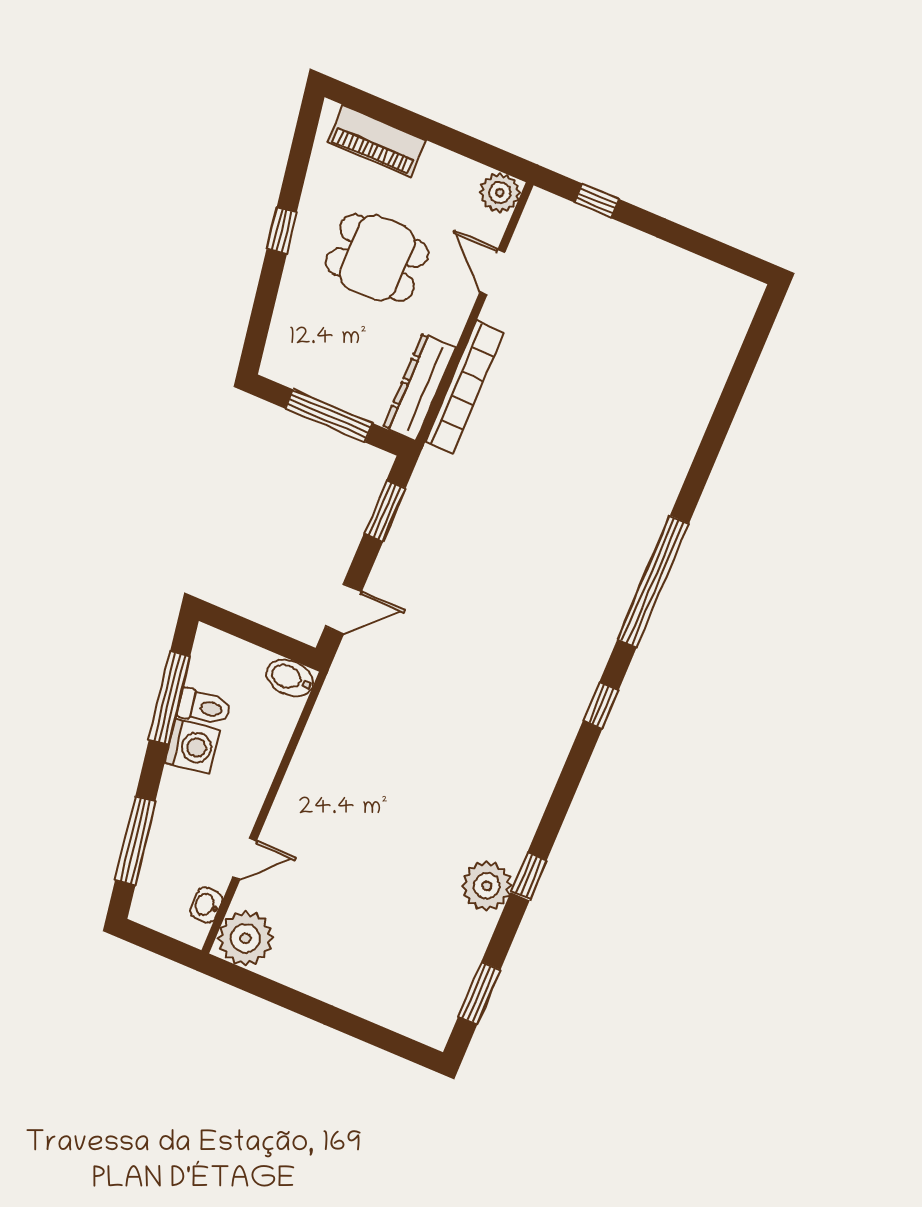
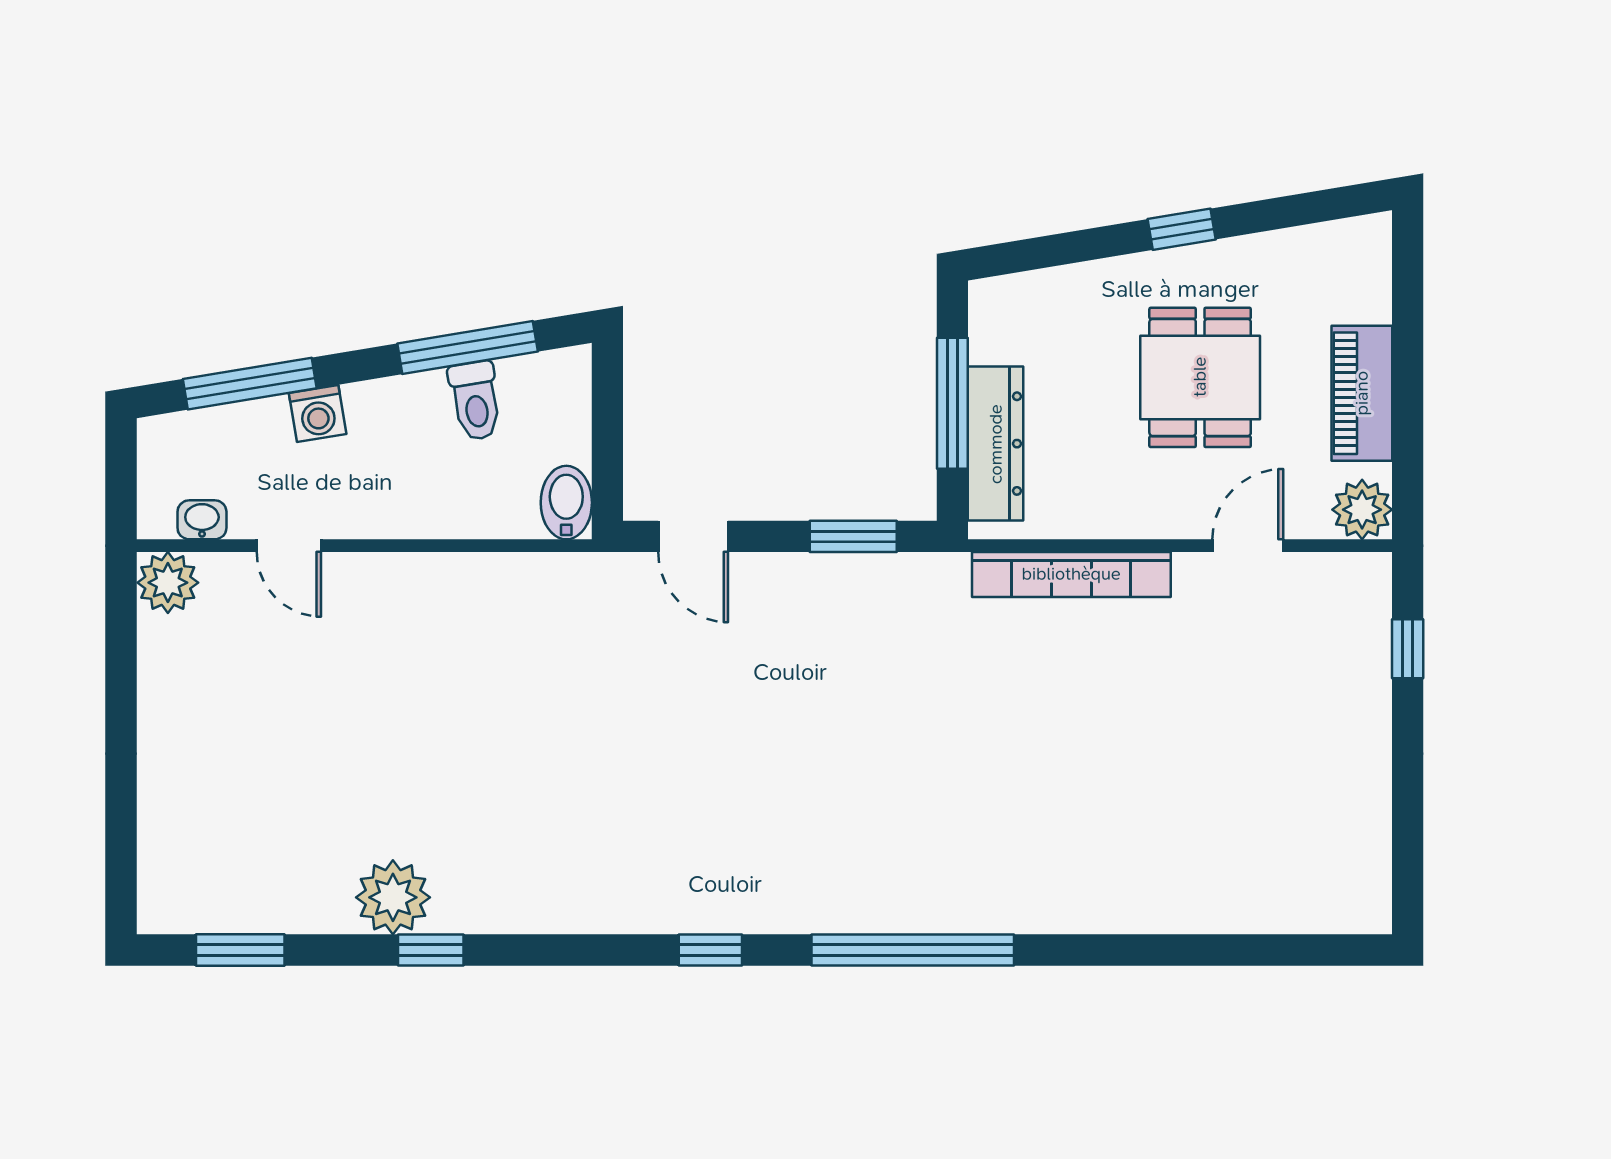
piano: (377, 141) -> (1362, 393), moved
dresser: (419, 387) -> (996, 444), moved, turned 90
washing machine: (192, 746) -> (318, 413), moved, width x0.73, depth x0.73
plant: (245, 938) -> (168, 583), width x0.73, depth x0.73

